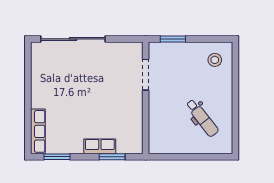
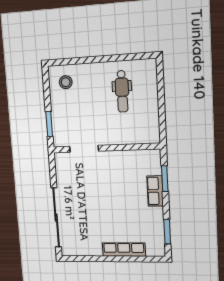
dental chair: (202, 118) -> (122, 91), turned 128
row of seats: (38, 131) -> (124, 250), moved

